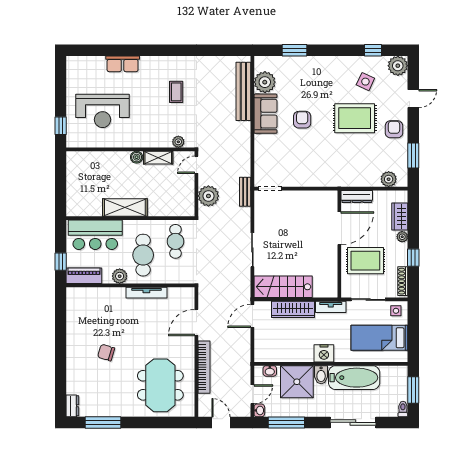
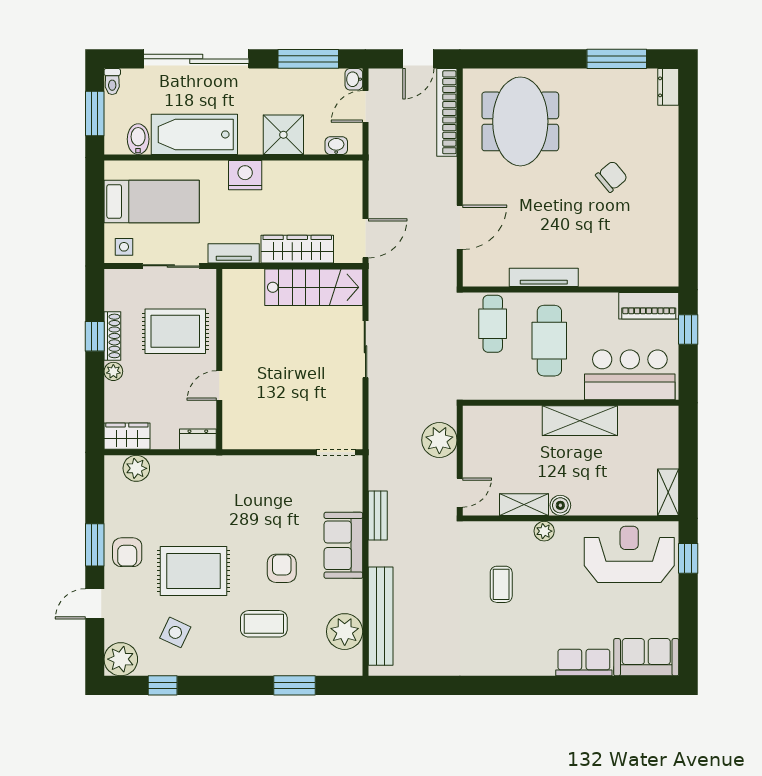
sofa: (85, 67) -> (646, 657), added
coffee table: (313, 87) -> (264, 624), added
coffee table: (176, 92) -> (501, 584), moved
reception desk: (103, 111) -> (629, 554), moved
sofa: (265, 114) -> (343, 545), moved
armchair: (302, 120) -> (282, 568), turned 180
plant: (178, 142) -> (544, 531), moved
window: (413, 156) -> (95, 545), moved
shelving: (72, 165) -> (668, 492), added
bench: (245, 192) -> (378, 515), moved
dresser: (357, 196) -> (198, 439), width x0.70
wardrobe: (400, 217) -> (127, 436), moved, turned -90
door: (339, 228) -> (219, 386), width x0.53
cafe table: (175, 241) -> (493, 324), moved
plant: (120, 276) -> (589, 305), removed
shoe rack: (403, 281) -> (112, 336), moved
chair: (106, 353) -> (612, 177), turned -57
bookcase: (204, 367) -> (447, 112), moved
bidet: (321, 375) -> (138, 139), moved
shower: (297, 382) -> (283, 135), width x0.73, depth x0.73
door: (221, 422) -> (418, 59), hinge flipped
sliding door: (353, 422) -> (196, 59), width x1.36

